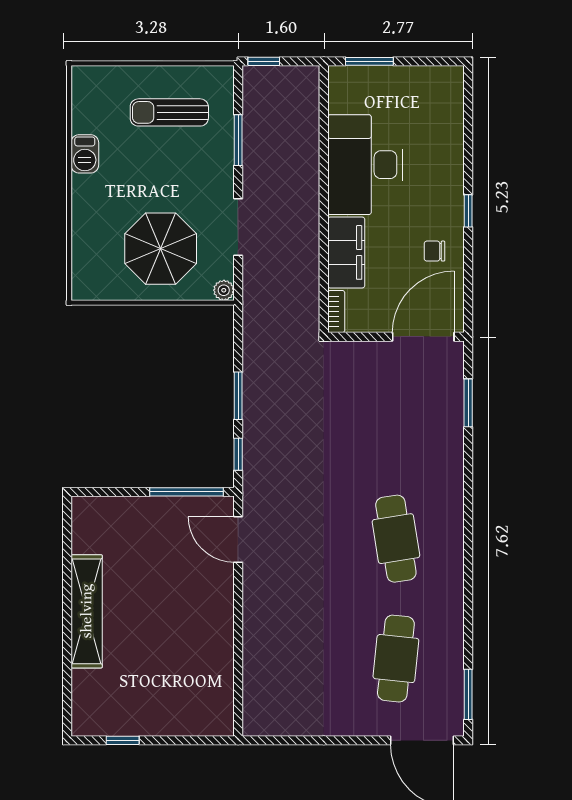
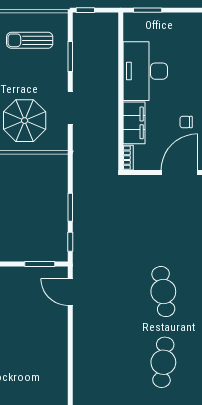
plant: (224, 290) -> (62, 145), removed
window: (186, 492) -> (40, 264), width x0.69

